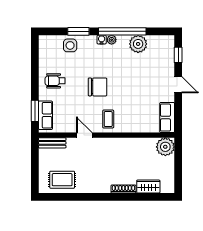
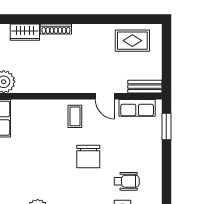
wheelchair: (55, 81) -> (127, 181), moved
chair: (98, 87) -> (88, 156), turned -90
row of seats: (45, 115) -> (137, 108), moved, turned -90

